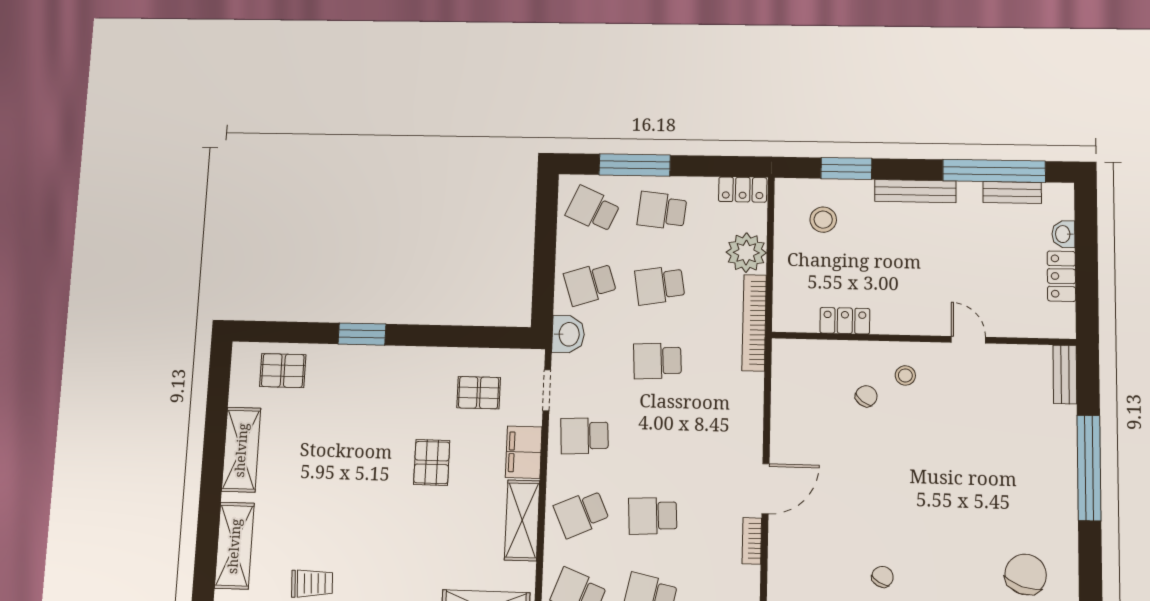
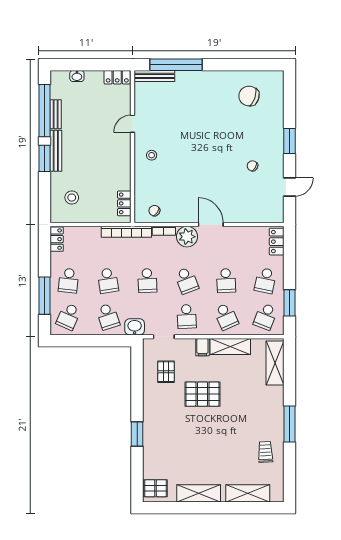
window: (846, 168) -> (44, 158), moved
bench: (1012, 192) -> (56, 114), moved
plant: (746, 253) -> (187, 237), moved
locker: (1061, 276) -> (117, 77), moved
locker: (845, 321) -> (124, 203), moved
pallet: (283, 371) -> (156, 488), moved, turned 90
bench: (1065, 375) -> (154, 76), width x1.36
chair: (866, 396) -> (154, 211), moved
school desk: (655, 438) -> (187, 281), added
filing cabinet: (524, 452) -> (202, 347), width x0.50
pallet: (432, 462) -> (202, 394), width x1.50, depth x1.42
window: (1089, 468) -> (176, 65), moved
bookcase: (752, 541) -> (164, 231), moved

